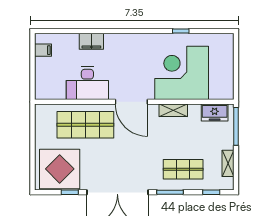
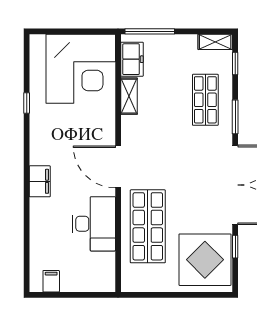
filing cabinet: (91, 41) -> (40, 181), moved
corner desk: (182, 73) -> (81, 69), moved, turned -90
door: (131, 102) -> (118, 167), swing flipped
shelving: (173, 110) -> (129, 96), moved
shelving: (228, 163) -> (215, 42), moved

